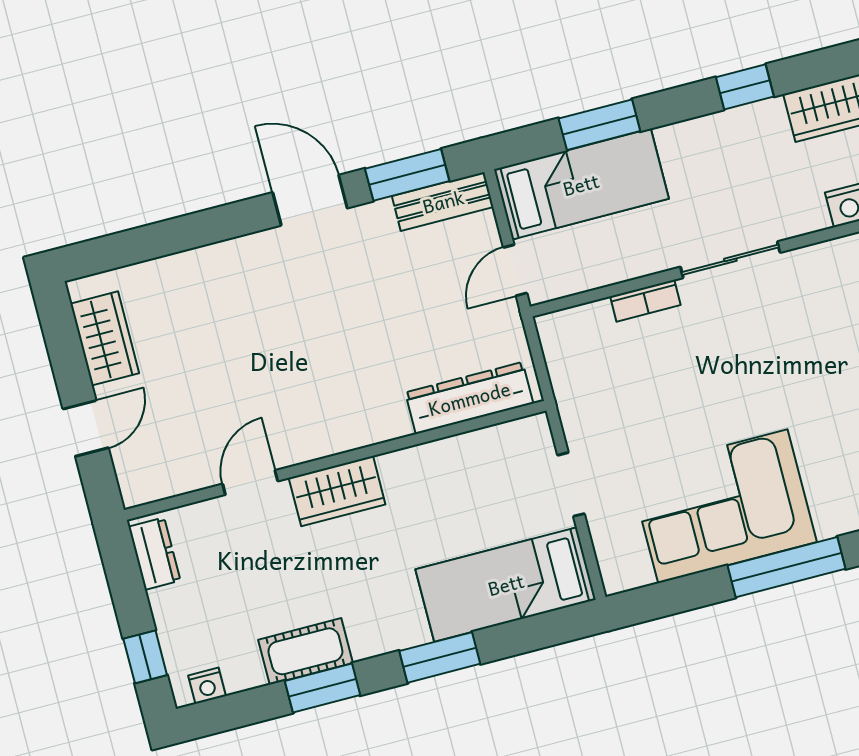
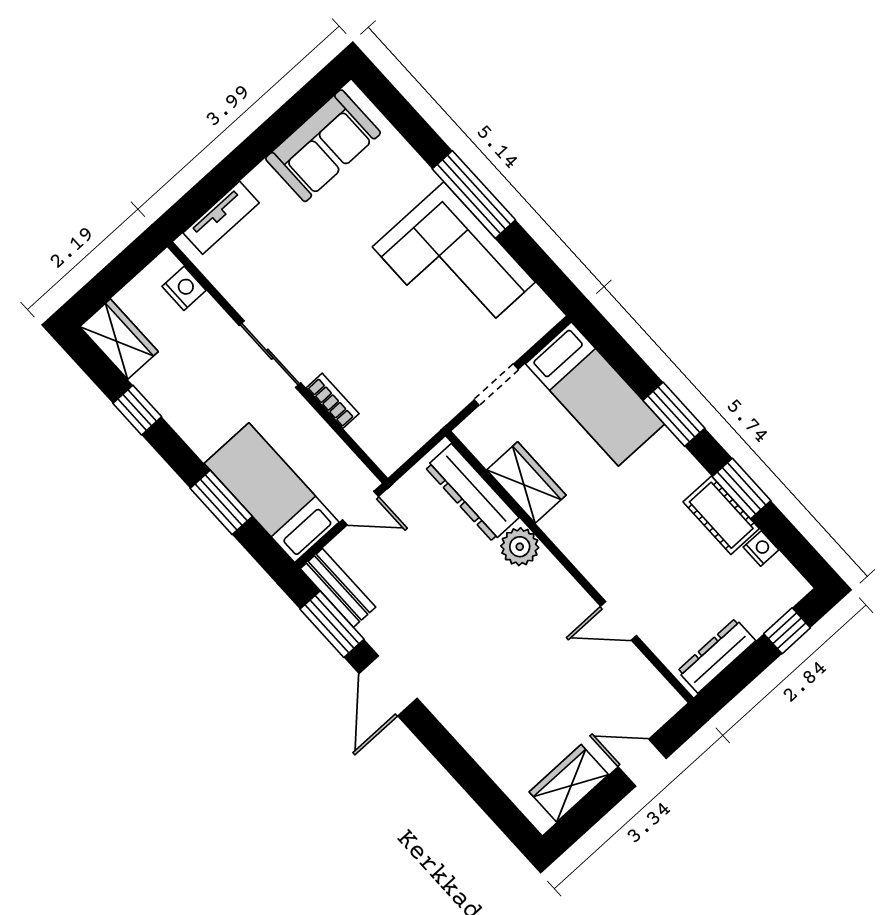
plant: (385, 419) -> (520, 547), added
wardrobe: (337, 491) -> (526, 482), moved
dresser: (154, 554) -> (717, 656), width x1.44
nightstand: (207, 686) -> (761, 548), moved

